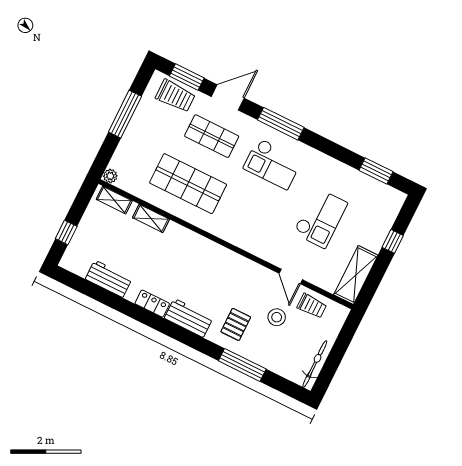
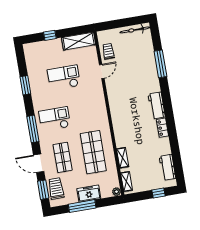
freezer: (136, 136) -> (89, 194), added
checkout: (273, 164) -> (55, 119), turned -90
window: (376, 171) -> (25, 85), moved
workbench: (109, 279) -> (167, 167), moved
stool: (277, 317) -> (126, 64), removed
pallet: (236, 324) -> (143, 81), removed

